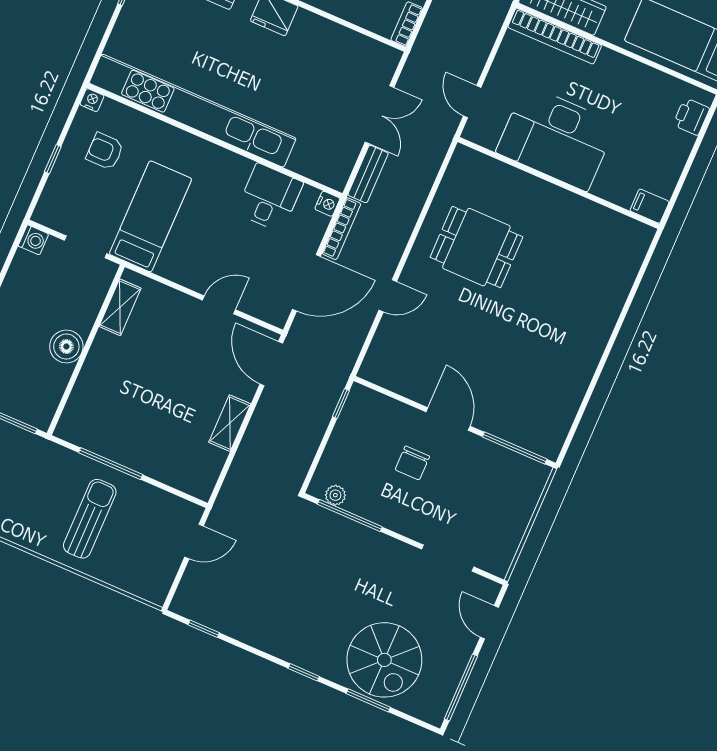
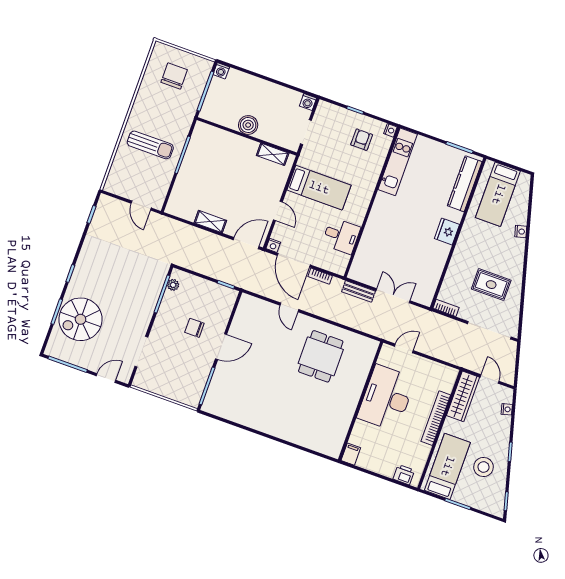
bookcase: (555, 36) -> (436, 418), moved
kitchen unit: (193, 111) -> (398, 162), width x0.54
double door: (380, 115) -> (393, 296), swing flipped
nightstand: (327, 204) -> (273, 245), moved
bed: (150, 216) -> (319, 188), moved
bookcase: (342, 229) -> (320, 276), width x0.64

